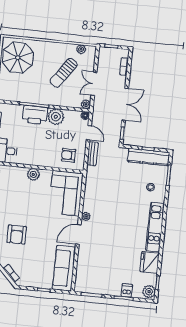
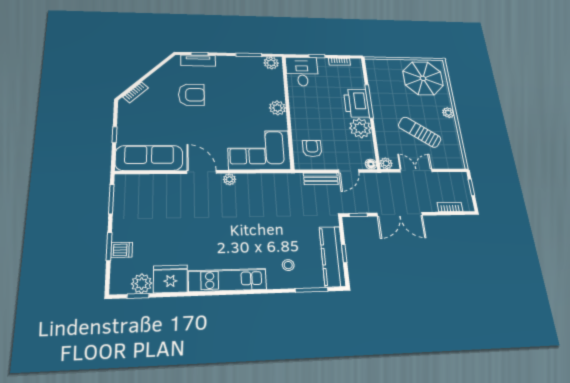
plant: (81, 49) -> (448, 113), moved
armchair: (17, 234) -> (191, 95), turned 180
plant: (149, 292) -> (142, 284), moved

